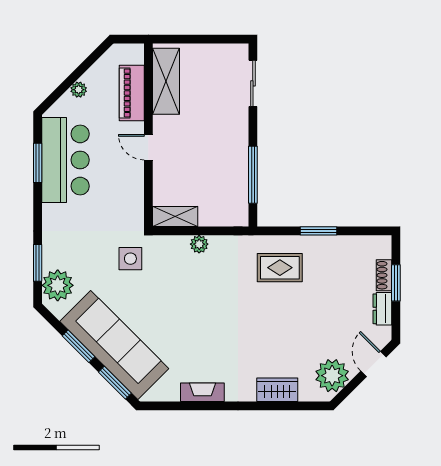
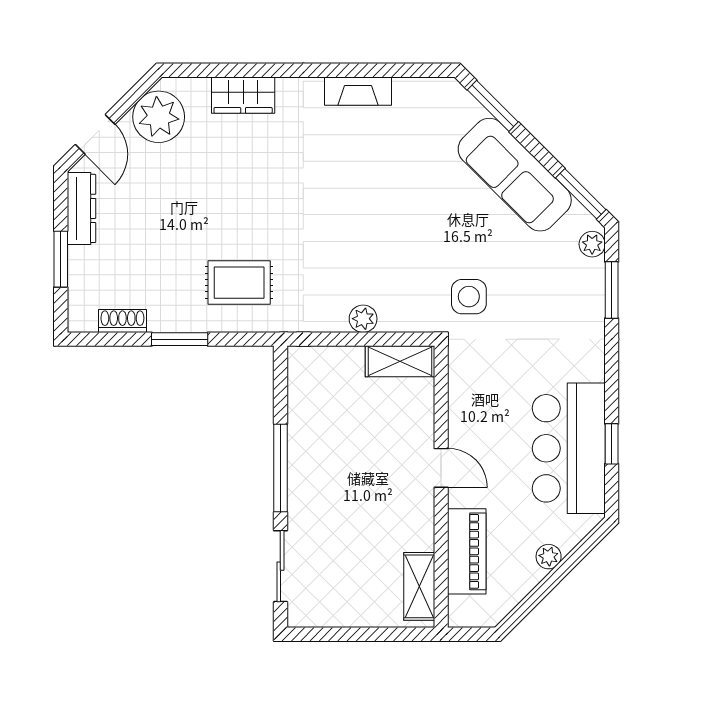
shelving: (166, 81) -> (419, 586), width x0.67, depth x0.75
window: (38, 163) -> (612, 444), width x0.67
window: (253, 175) -> (280, 468), moved
shoe rack: (384, 275) -> (122, 321), moved, turned -90
plant: (58, 285) -> (592, 244), width x0.53, depth x0.53
dresser: (382, 309) -> (81, 208), width x1.44
sofa: (114, 345) -> (515, 175), width x0.74, depth x0.79
window: (78, 346) -> (581, 194), moved

